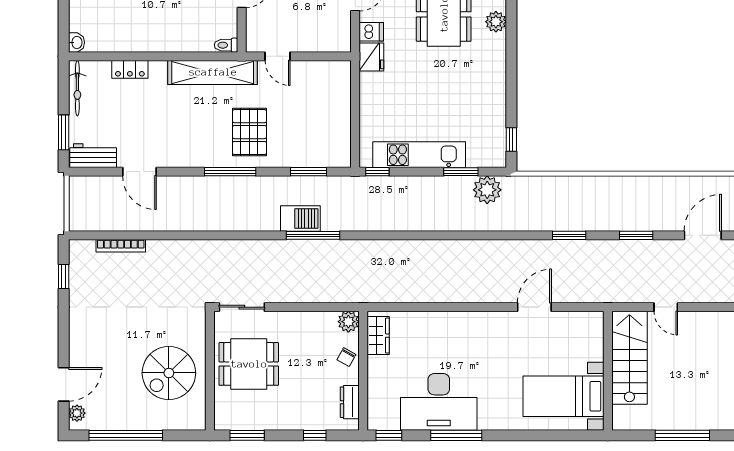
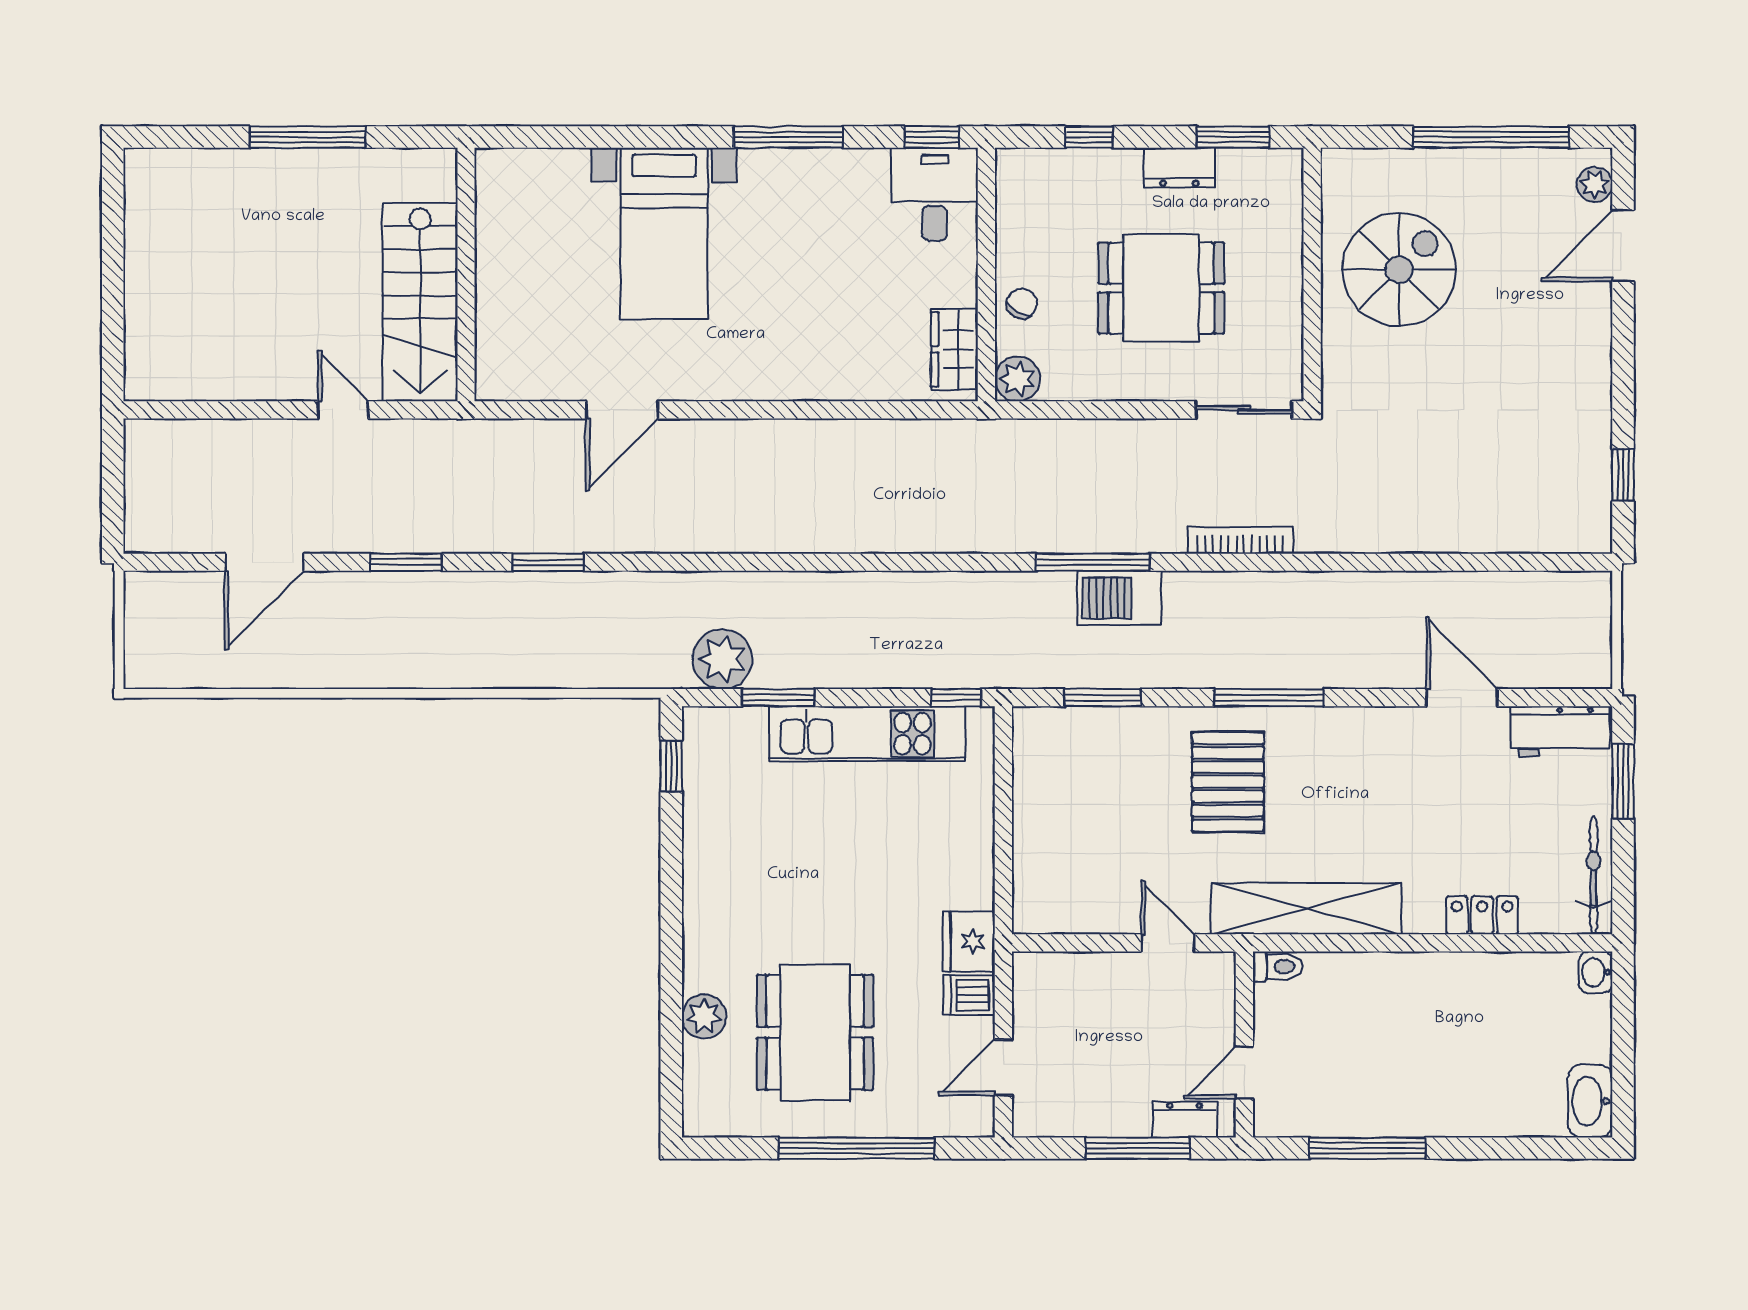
bookcase: (121, 246) -> (1240, 540), moved
dining table: (249, 364) -> (1161, 288), moved
bed with nightstands: (563, 396) -> (664, 234), moved, turned 90
dresser: (350, 402) -> (1179, 168), moved, turned 90
desk: (439, 402) -> (935, 194), moved, width x0.53, depth x0.77

